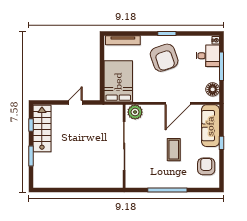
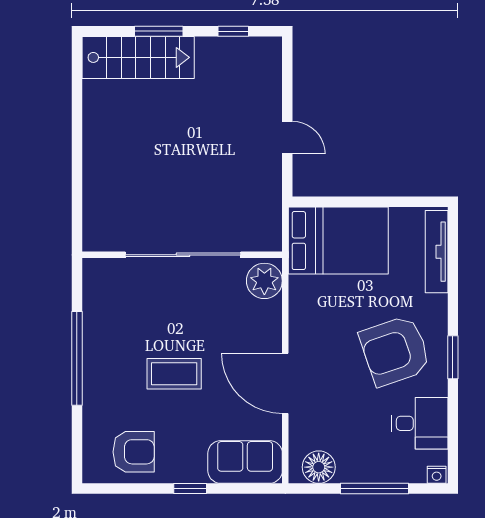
desk: (208, 56) -> (420, 423), moved, turned -90
sofa: (210, 126) -> (245, 462), width x0.73
stairs: (42, 128) -> (138, 57), moved

